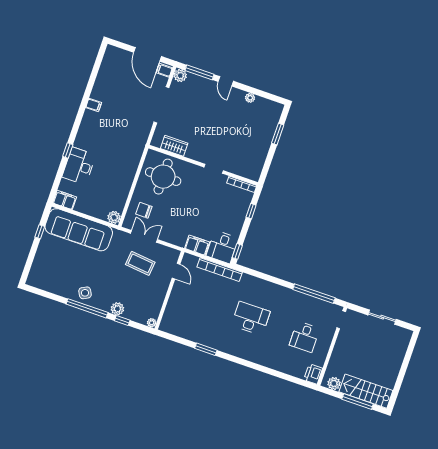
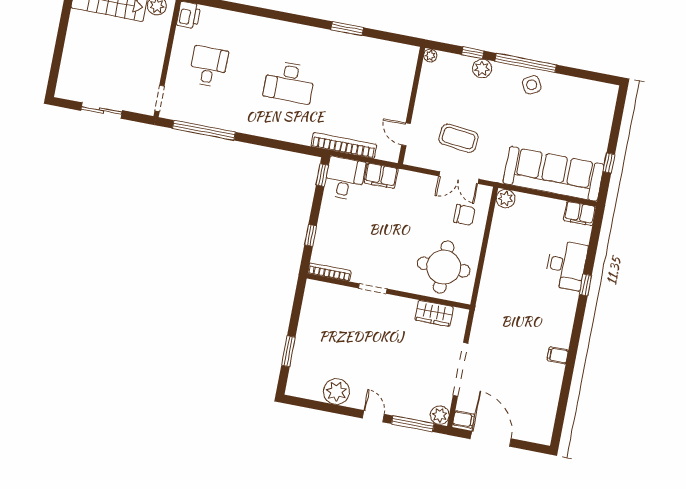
plant: (250, 98) -> (336, 392), width x1.88, depth x1.88

